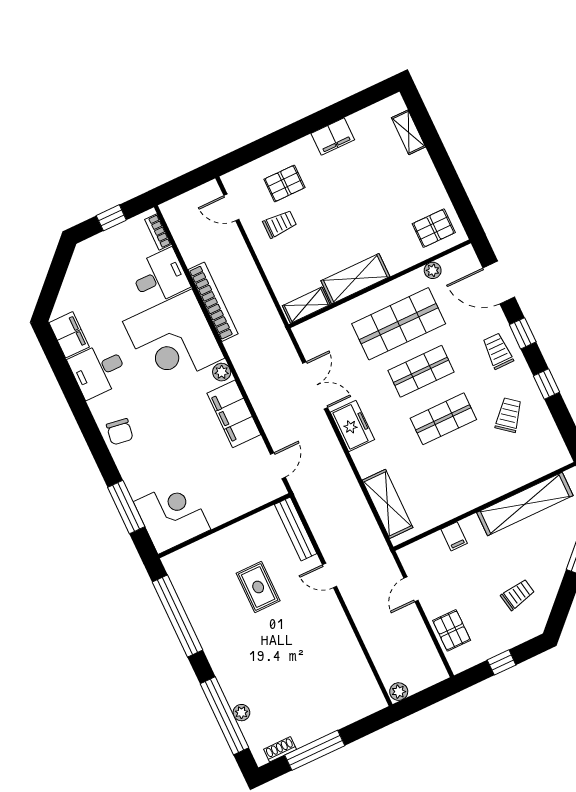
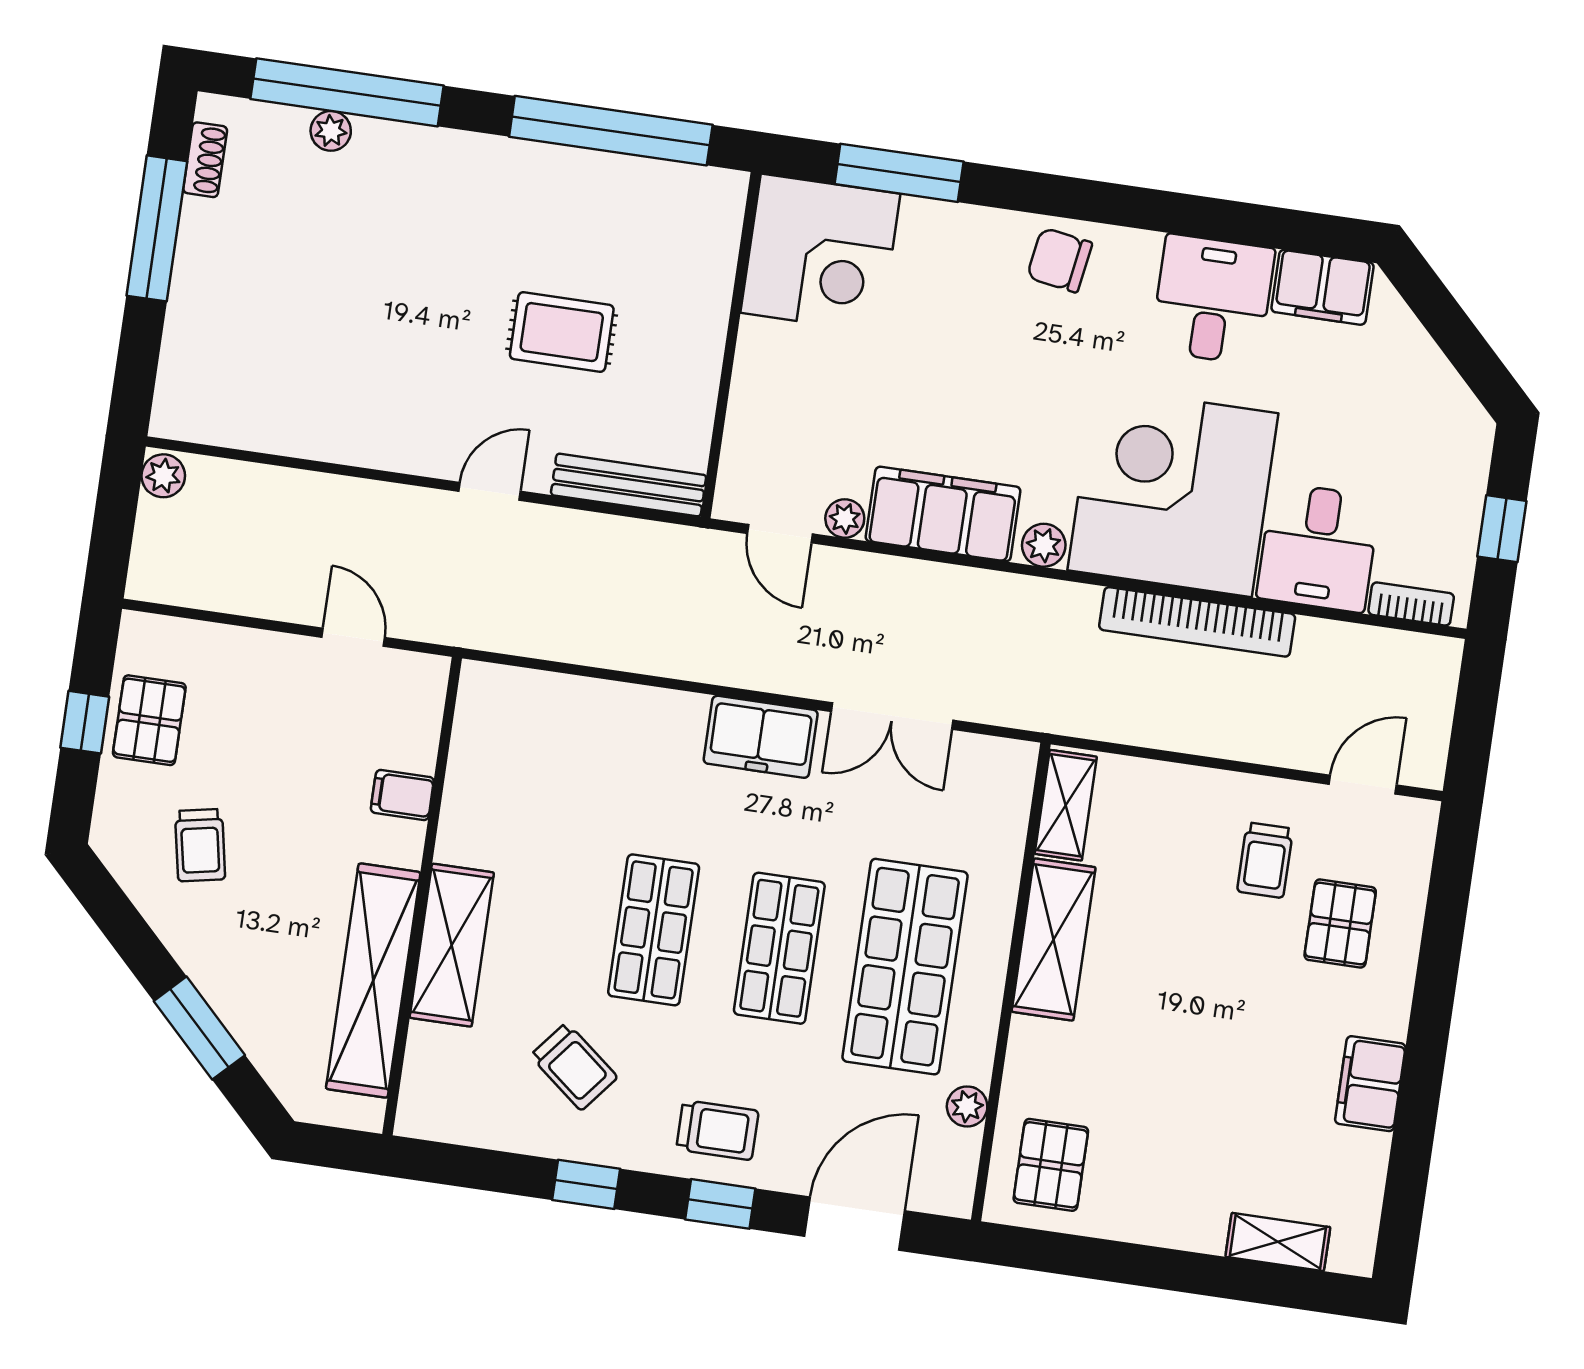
plant: (258, 447) -> (845, 518), added
shelving: (387, 504) -> (452, 945), moved, turned 90
pallet: (452, 630) -> (149, 720), moved, turned 90

